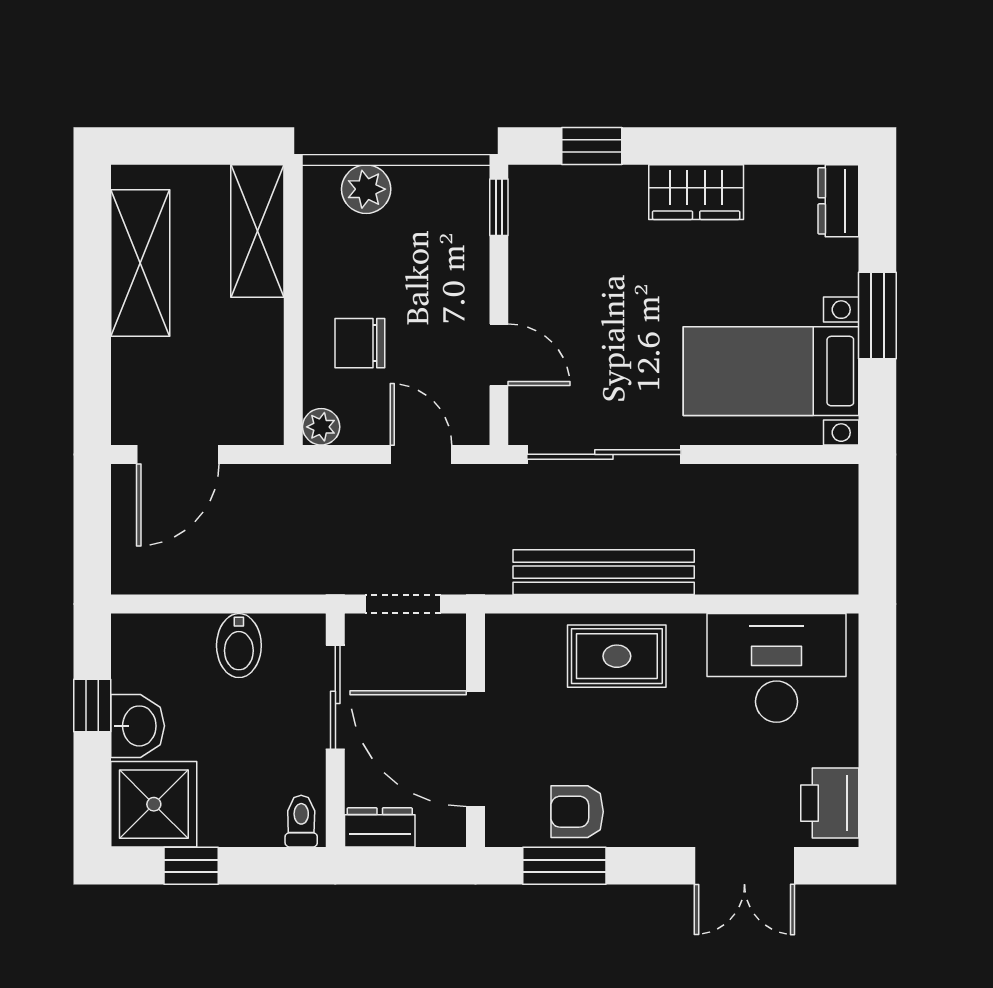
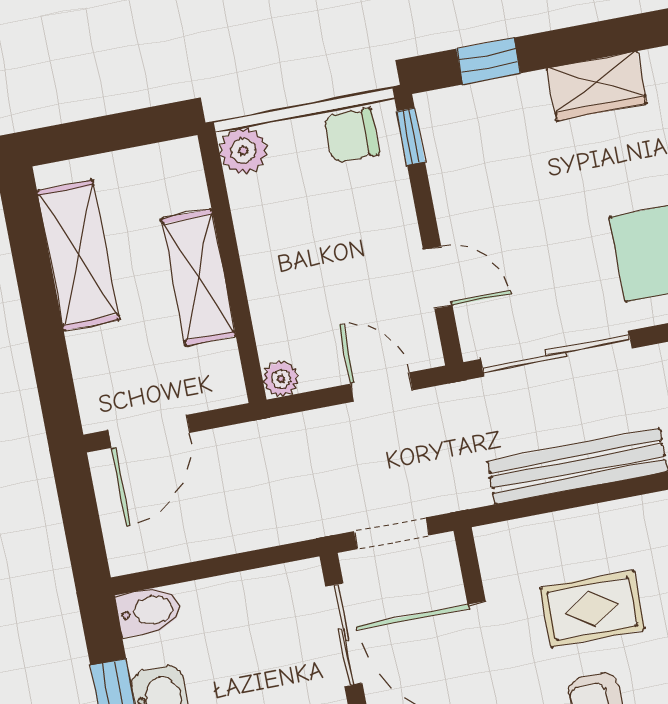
plant: (366, 189) -> (243, 151), moved
shelving: (257, 231) -> (198, 277), moved
chair: (360, 343) -> (352, 135), moved
bidet: (239, 646) -> (149, 611), moved, turned -90
rug: (617, 656) -> (592, 609), moved

